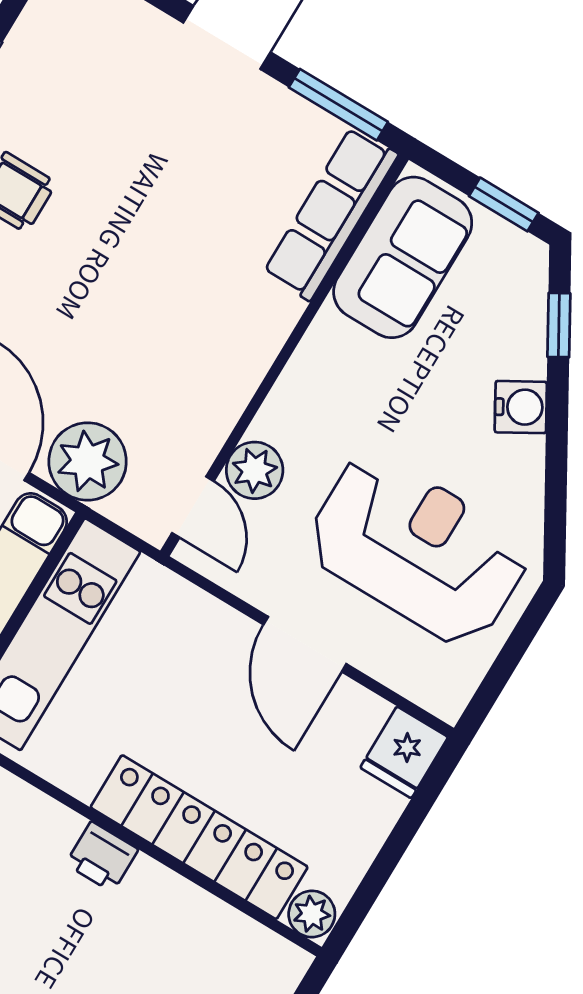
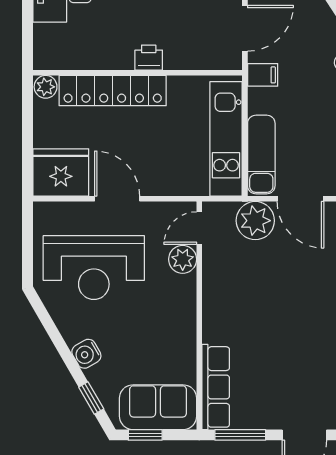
sofa: (403, 257) -> (158, 407), moved, turned 90
door: (193, 507) -> (199, 228), hinge flipped
fridge: (404, 752) -> (61, 172), width x1.88, depth x1.34

